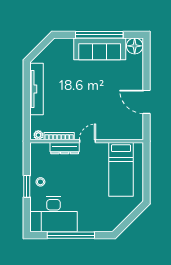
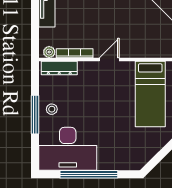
dresser: (65, 148) -> (59, 68), moved
window: (27, 186) -> (35, 115), width x1.44

